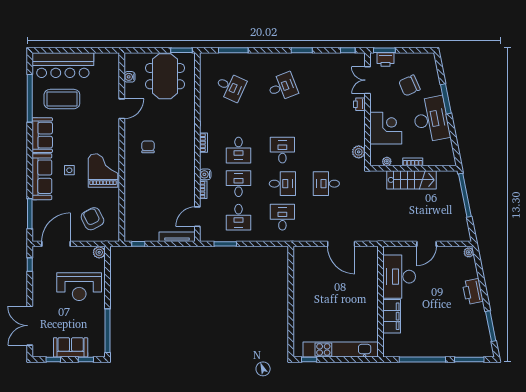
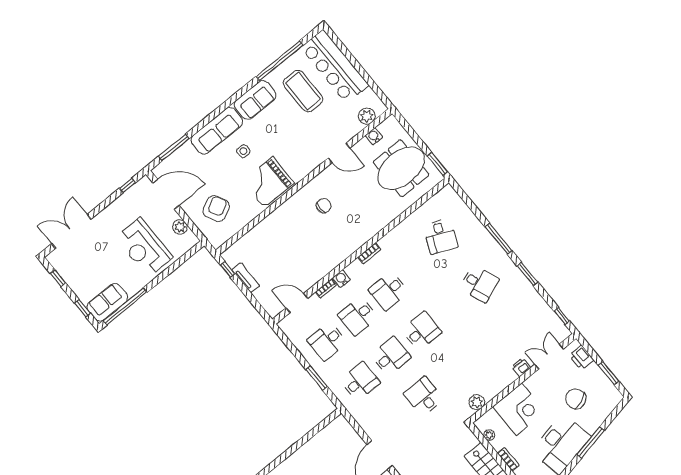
window: (233, 50) -> (499, 239), moved
window: (384, 50) -> (609, 373), moved
plant: (112, 71) -> (367, 116), added
grand piano: (103, 171) -> (268, 182), turned 180
desk: (239, 184) -> (358, 316), turned 180
desk: (282, 184) -> (391, 356), turned -90
tv unit: (177, 237) -> (246, 278), moved, width x0.71
window: (225, 244) -> (317, 378), moved
plant: (99, 252) -> (180, 227), moved
sofa: (71, 347) -> (107, 302), moved, turned -90

